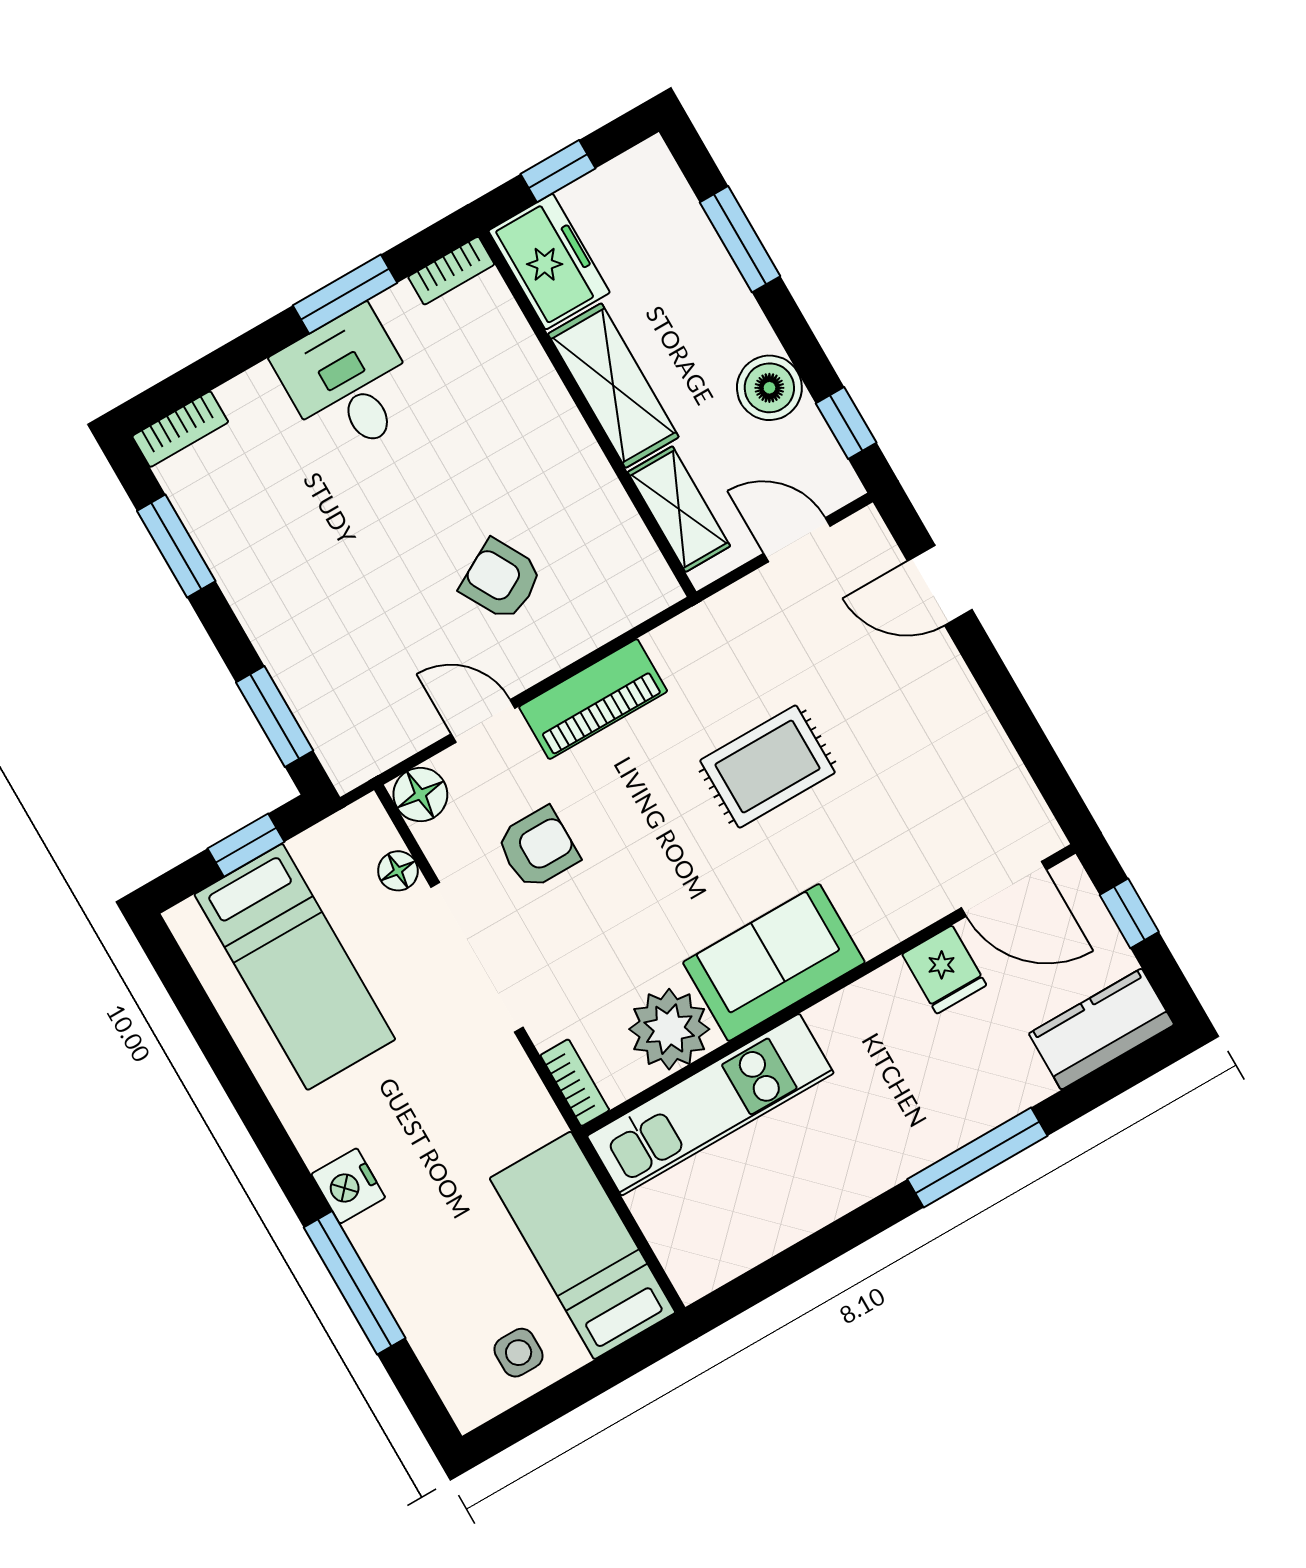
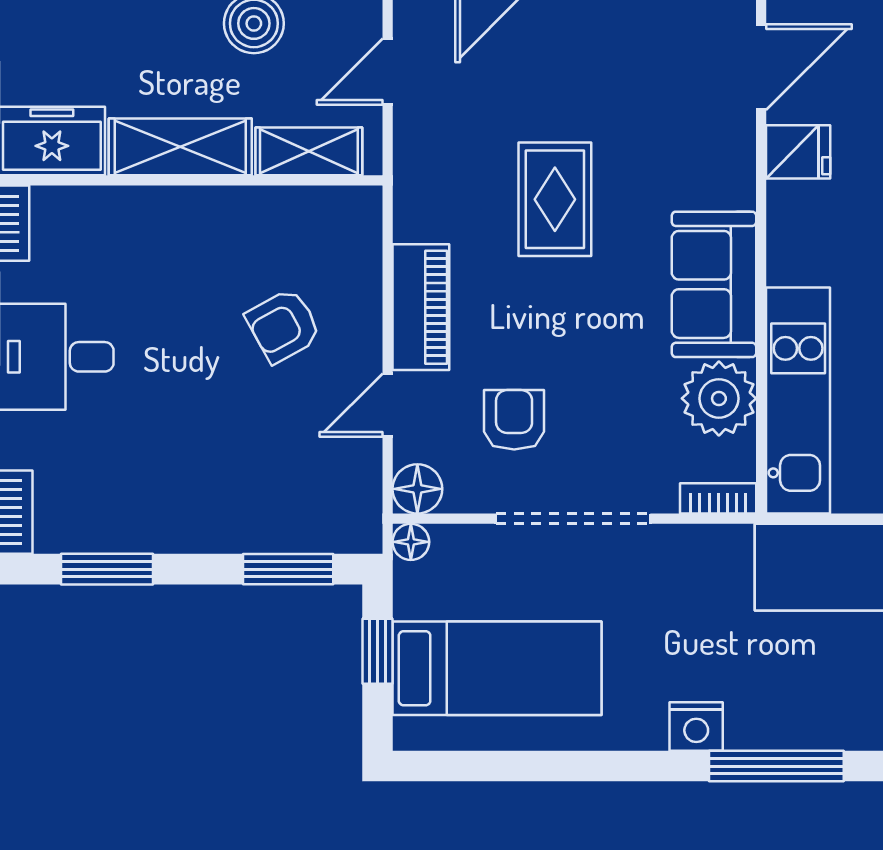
floor lamp: (398, 871) -> (411, 542), moved

